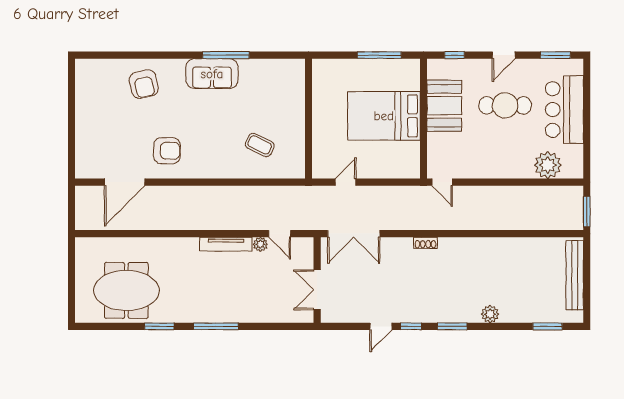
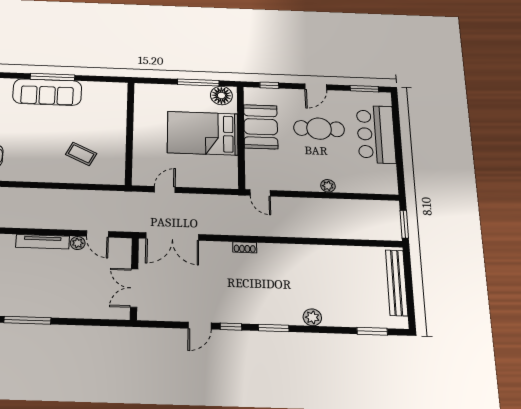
floor lamp: (404, 70) -> (221, 96), added
sofa: (212, 74) -> (47, 92), width x1.36
plant: (548, 165) -> (328, 186), moved, width x0.53, depth x0.53

